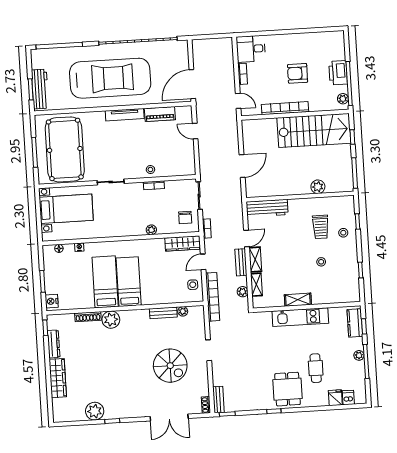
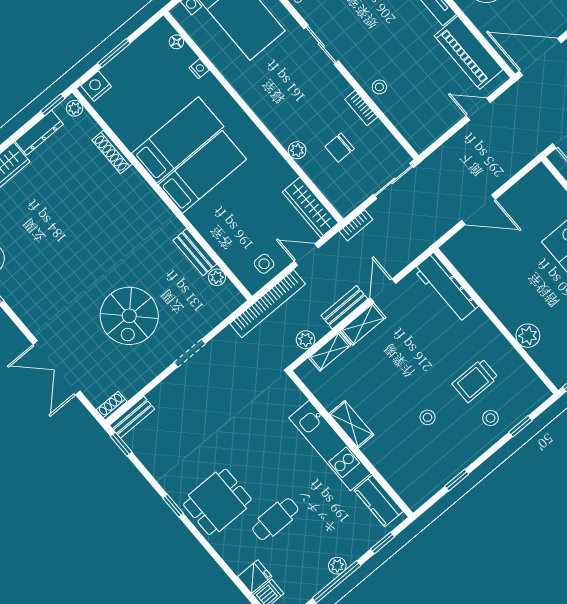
piano: (160, 114) -> (469, 53), width x1.37, depth x1.33
door: (195, 131) -> (478, 109), hinge flipped
chair: (185, 217) -> (340, 148), moved
door: (247, 238) -> (383, 290), swing flipped
plant: (111, 320) -> (75, 108), moved, width x0.53, depth x0.53
kitchen counter: (355, 323) -> (379, 501), moved, turned -90

